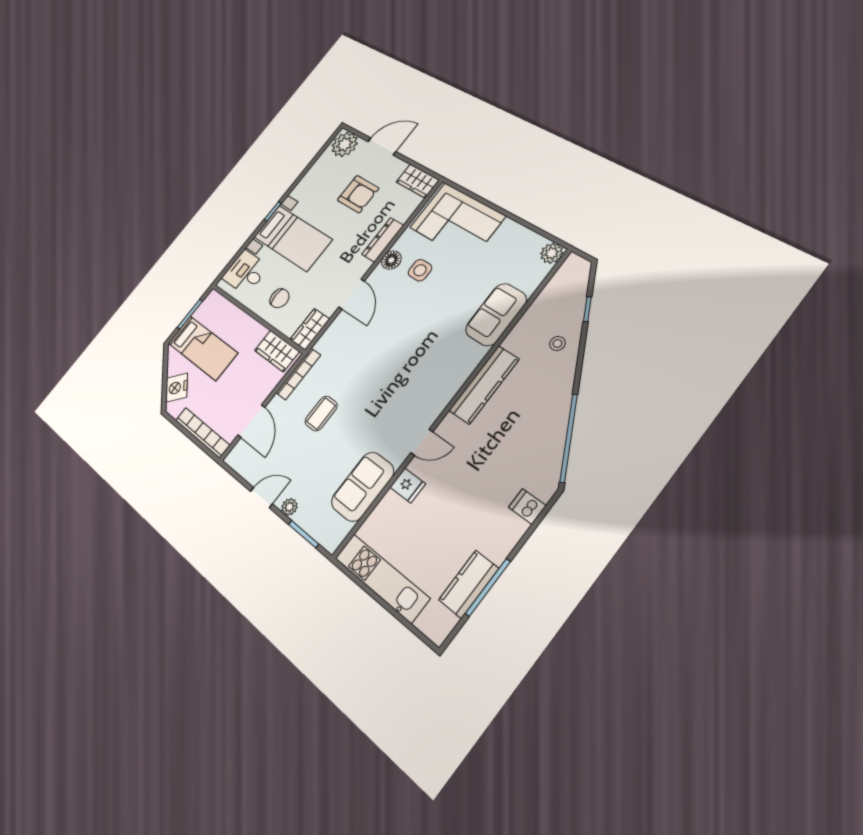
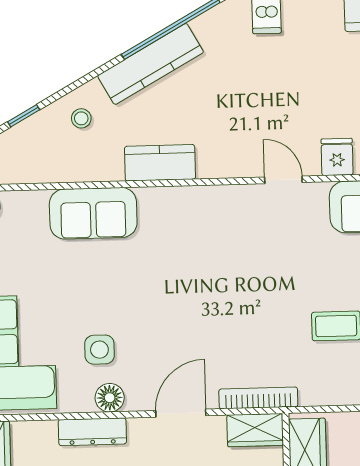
bookcase: (298, 374) -> (258, 398), moved
kitchen counter: (484, 385) -> (160, 163), width x0.67
kitchen counter: (556, 409) -> (151, 64), added

